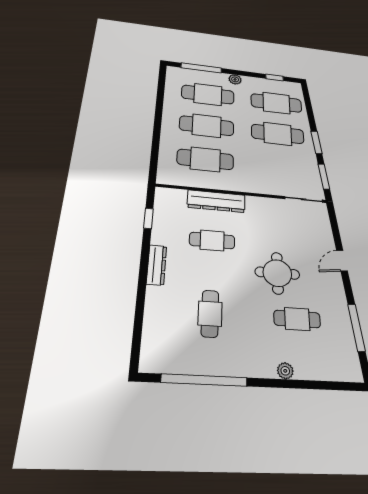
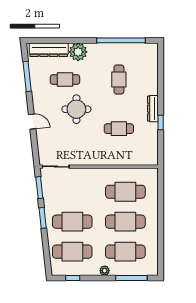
dresser: (216, 201) -> (49, 50), moved, turned 180
window: (148, 218) -> (161, 122), moved
door: (342, 261) -> (32, 122), hinge flipped
plant: (285, 371) -> (78, 52), width x1.88, depth x1.88

